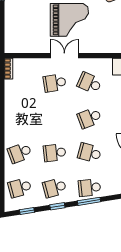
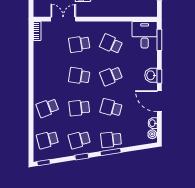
double door: (64, 56) -> (63, 19), moved
school desk: (55, 118) -> (79, 76), added
window: (27, 211) -> (44, 163), moved

